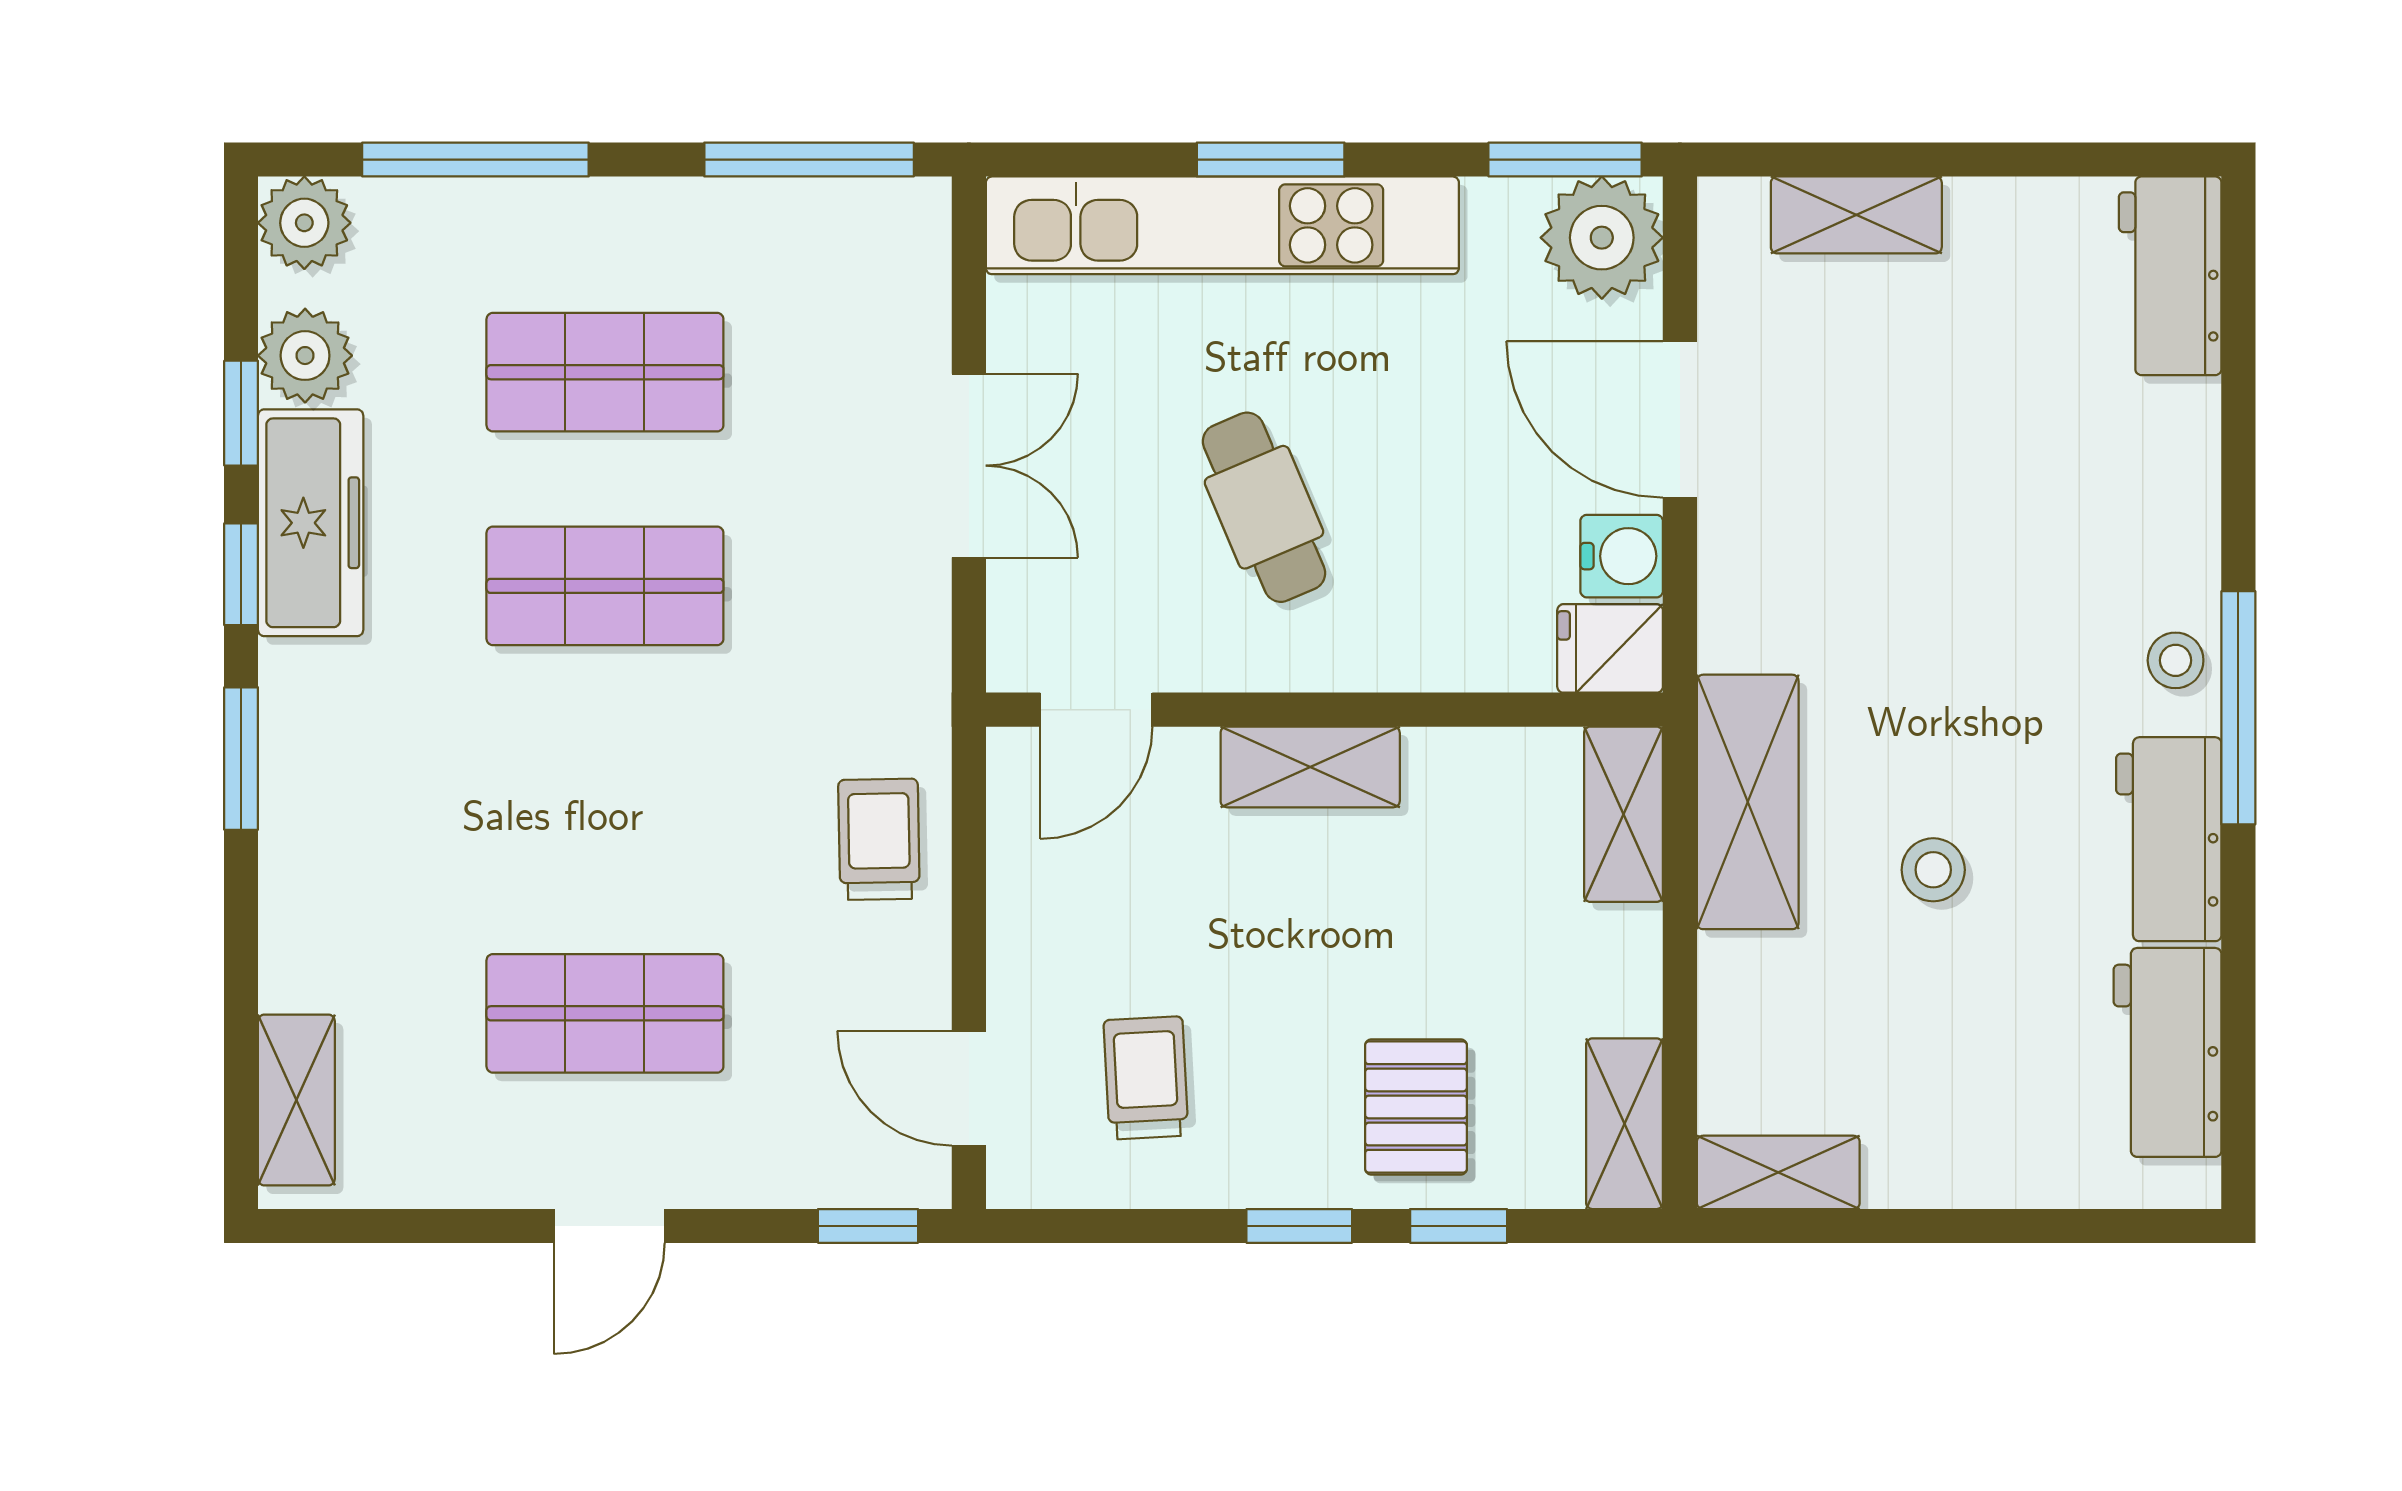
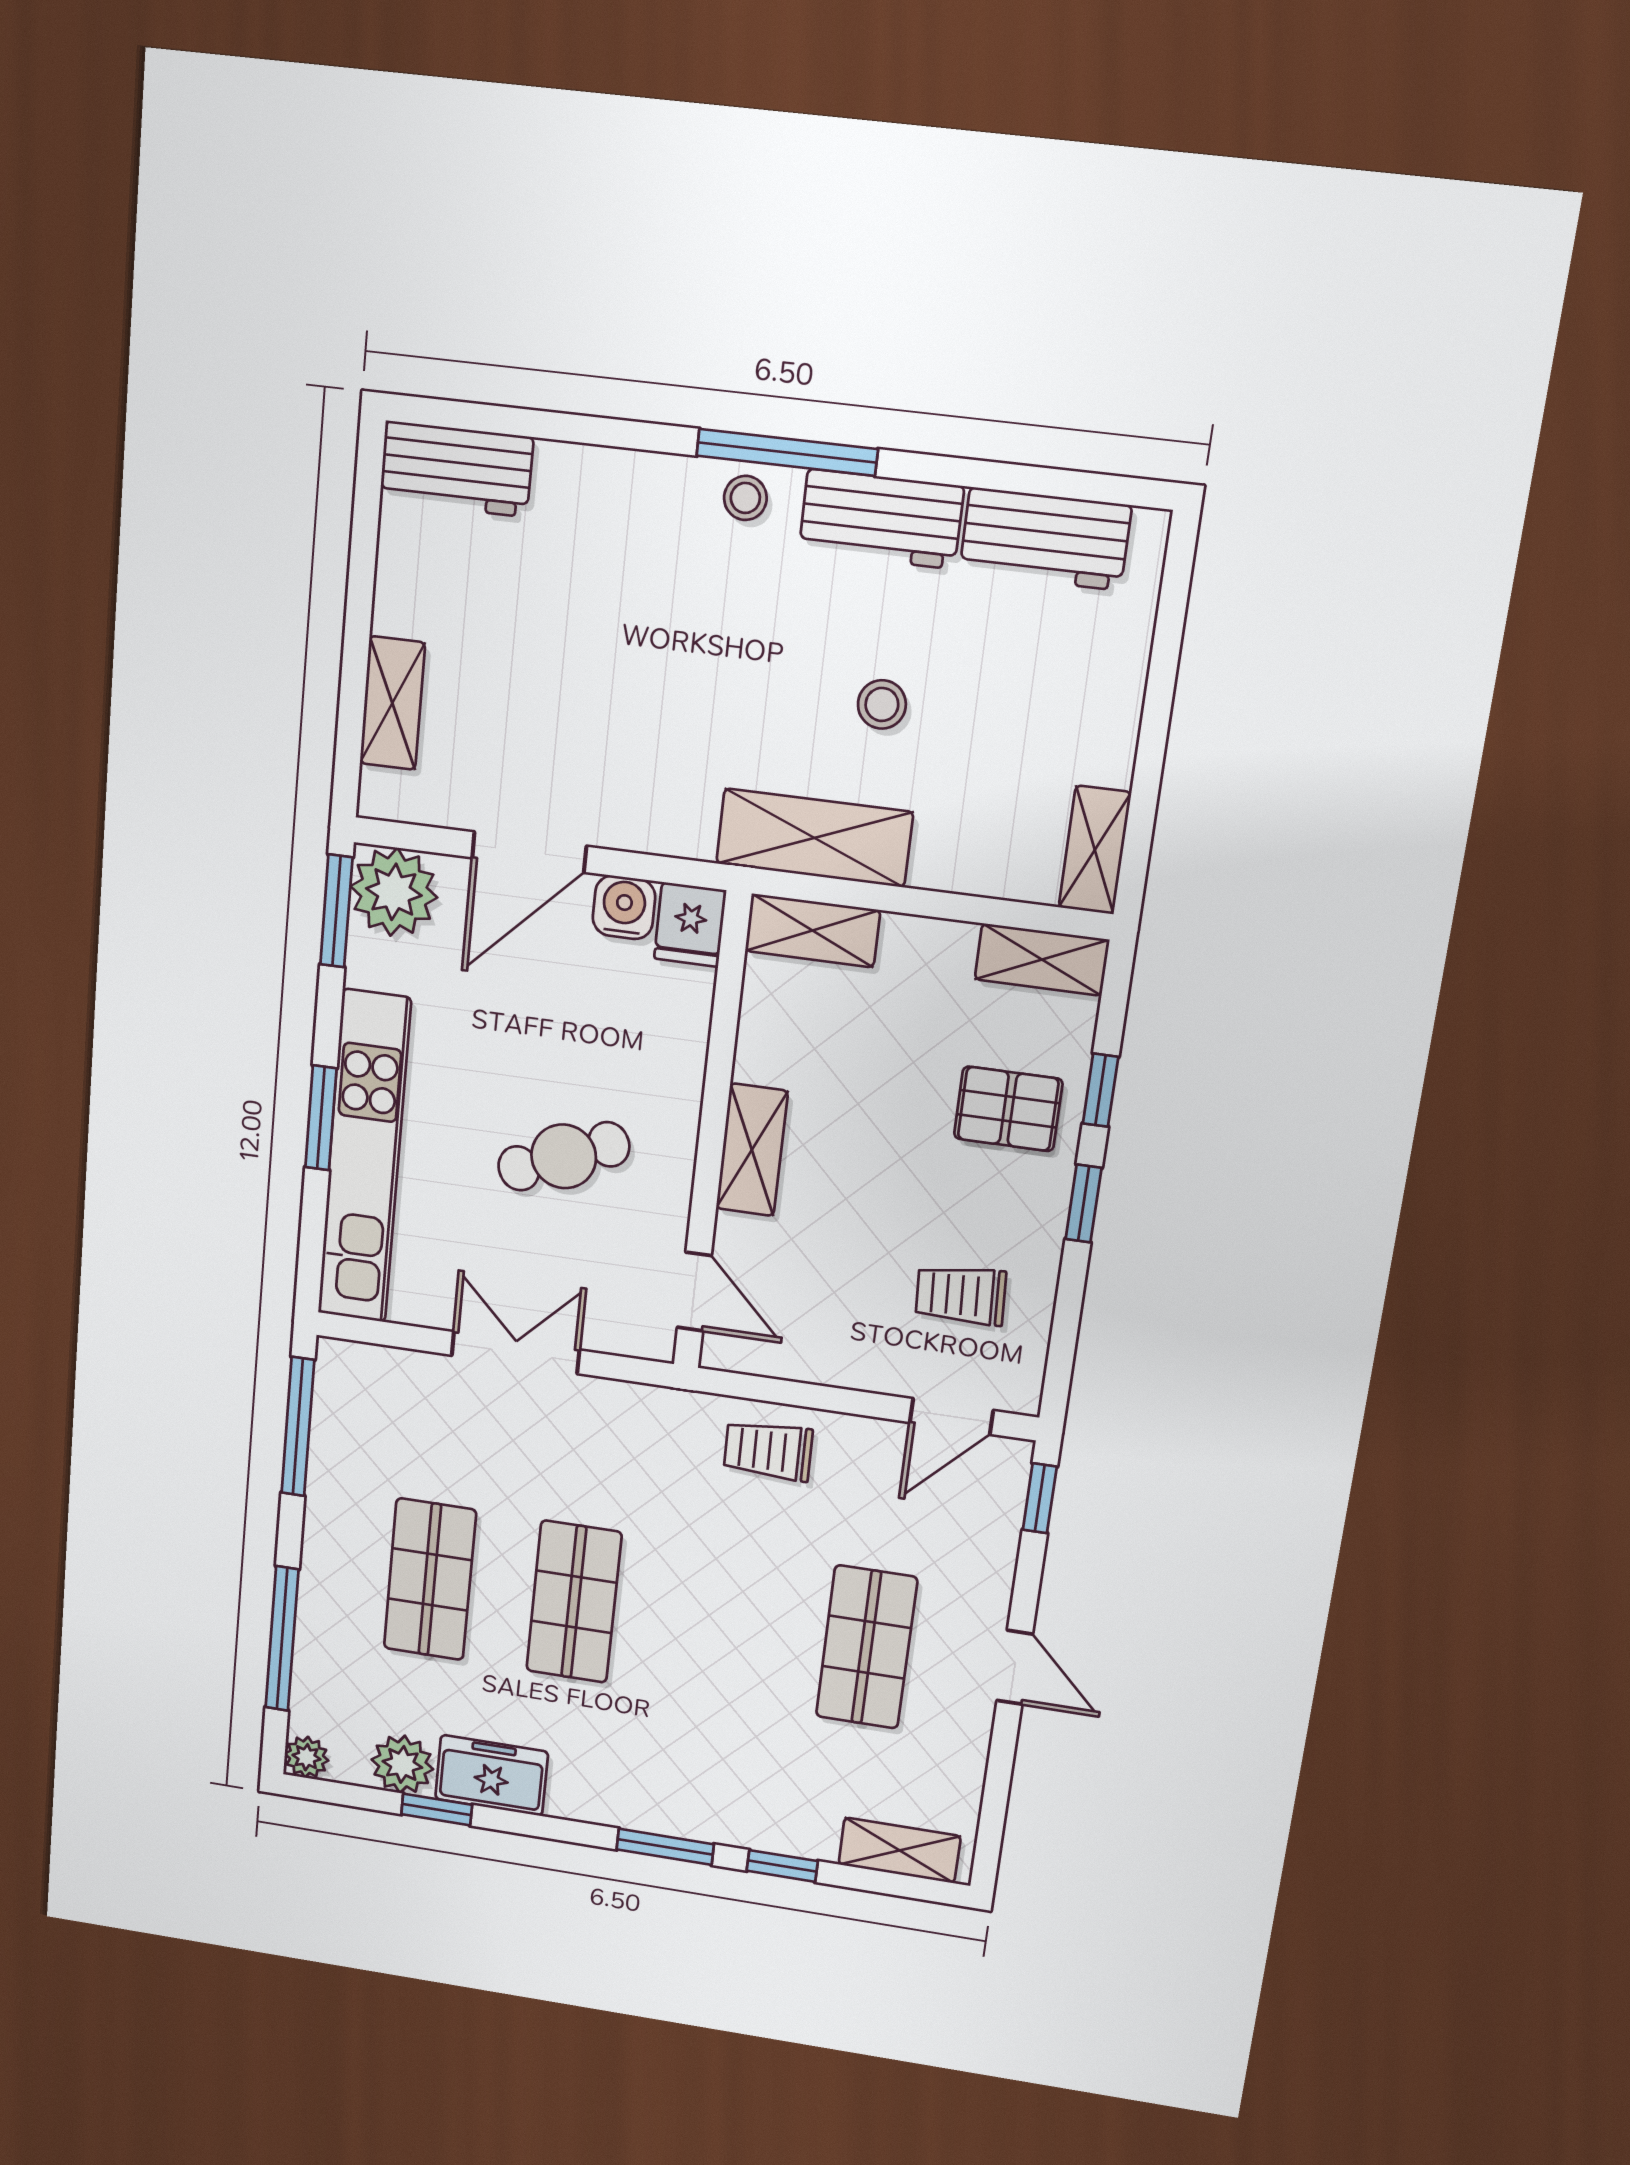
plant: (304, 223) -> (307, 1757), width x0.73, depth x0.73
freezer: (311, 523) -> (492, 1775), width x0.71
window: (241, 574) -> (782, 1866), moved

